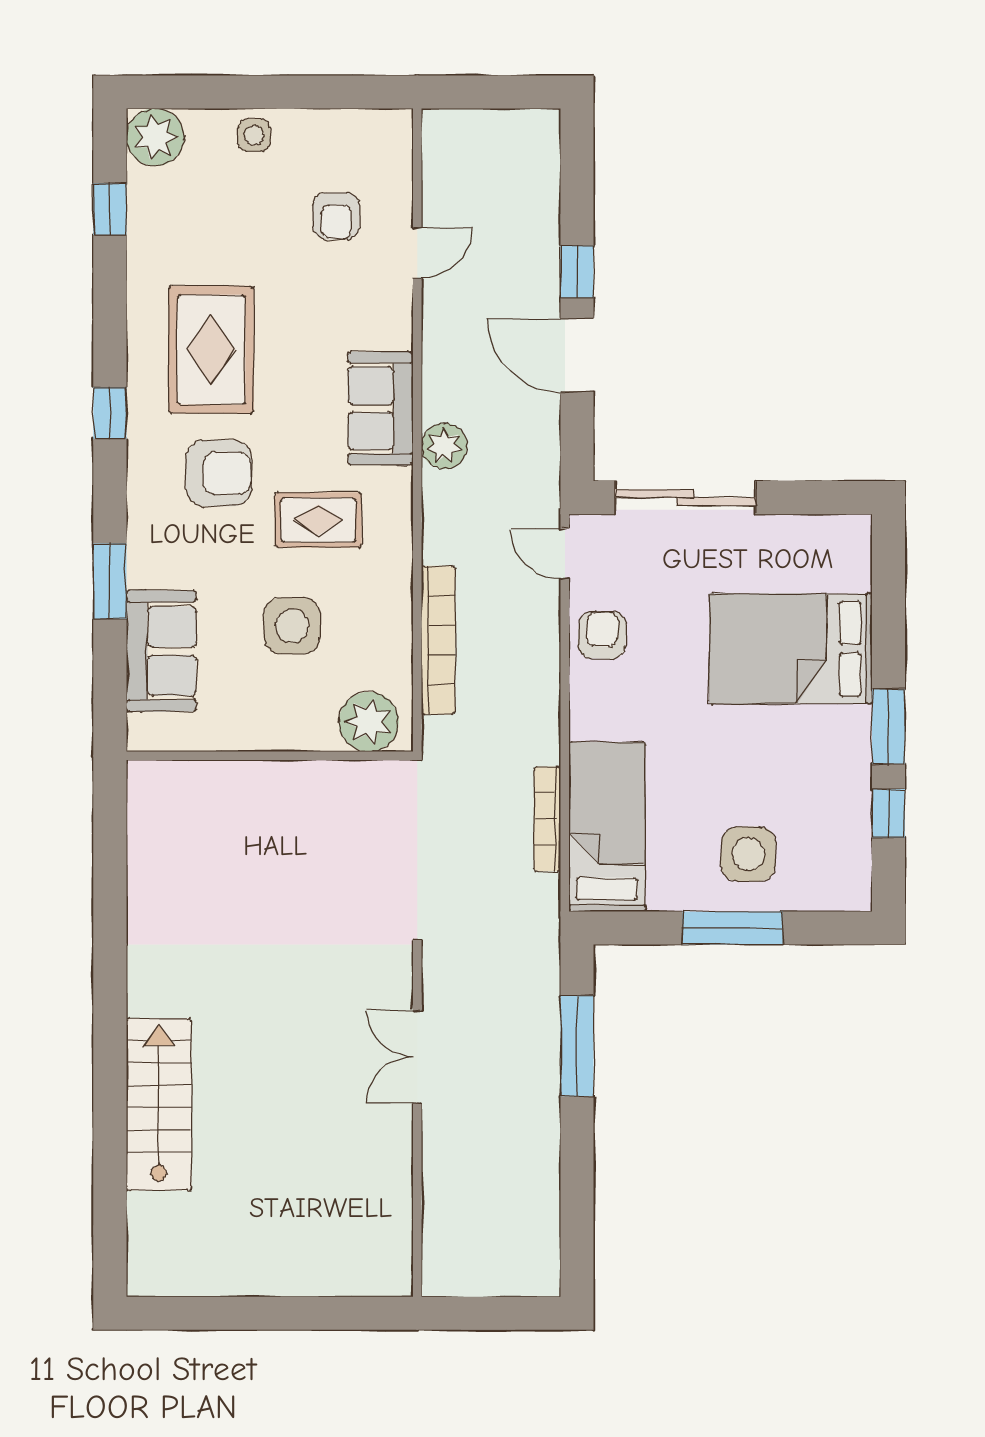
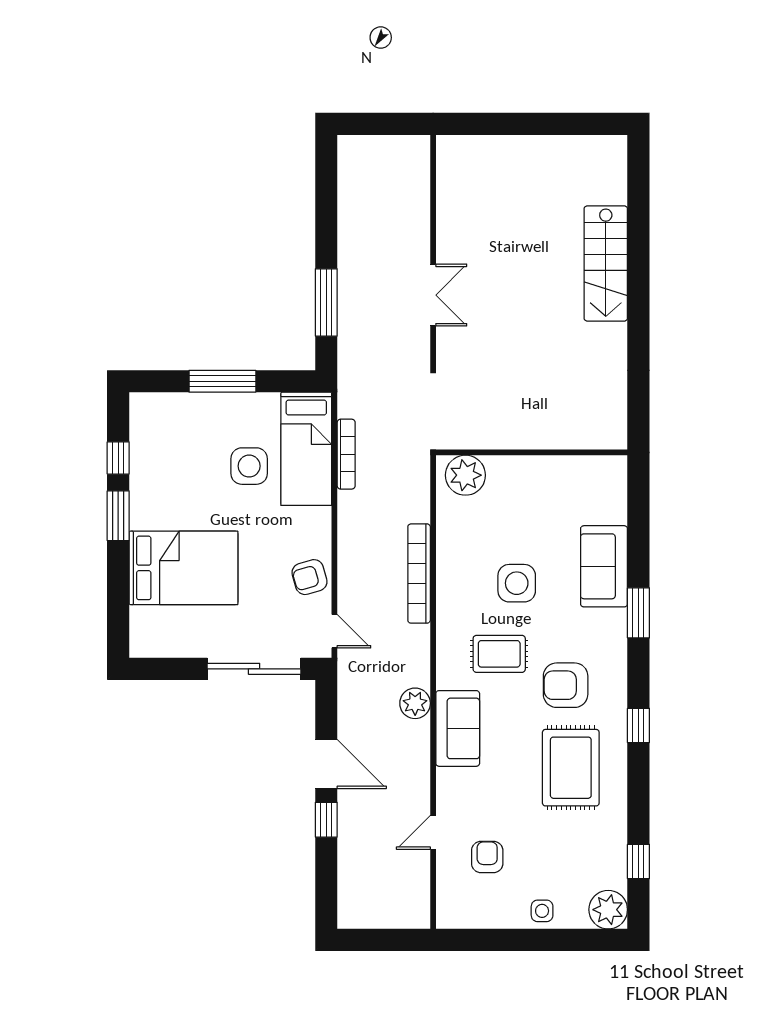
armchair: (602, 635) -> (310, 577), turned 71
plant: (369, 722) -> (465, 475), moved
wall: (270, 756) -> (532, 452), moved
side table: (748, 854) -> (249, 466), moved

